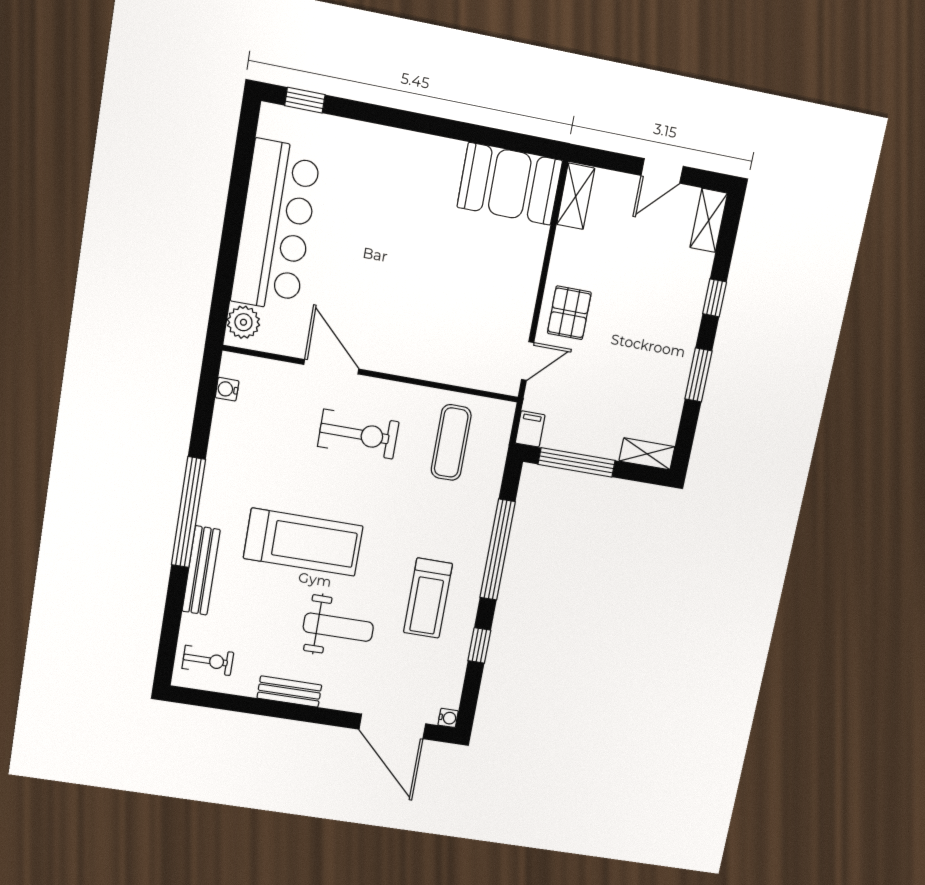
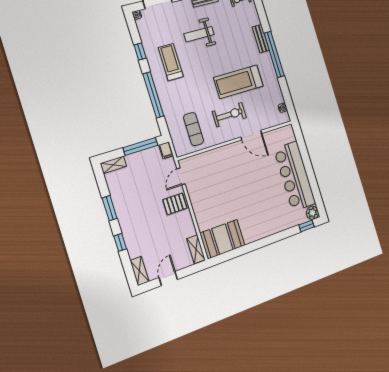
pallet: (569, 313) -> (175, 204), turned 90
plant: (243, 322) -> (312, 213), moved
exercise bike: (358, 434) -> (229, 115), turned 180
treadmill: (303, 542) -> (239, 82), moved
bench: (201, 571) -> (261, 39), width x0.73

